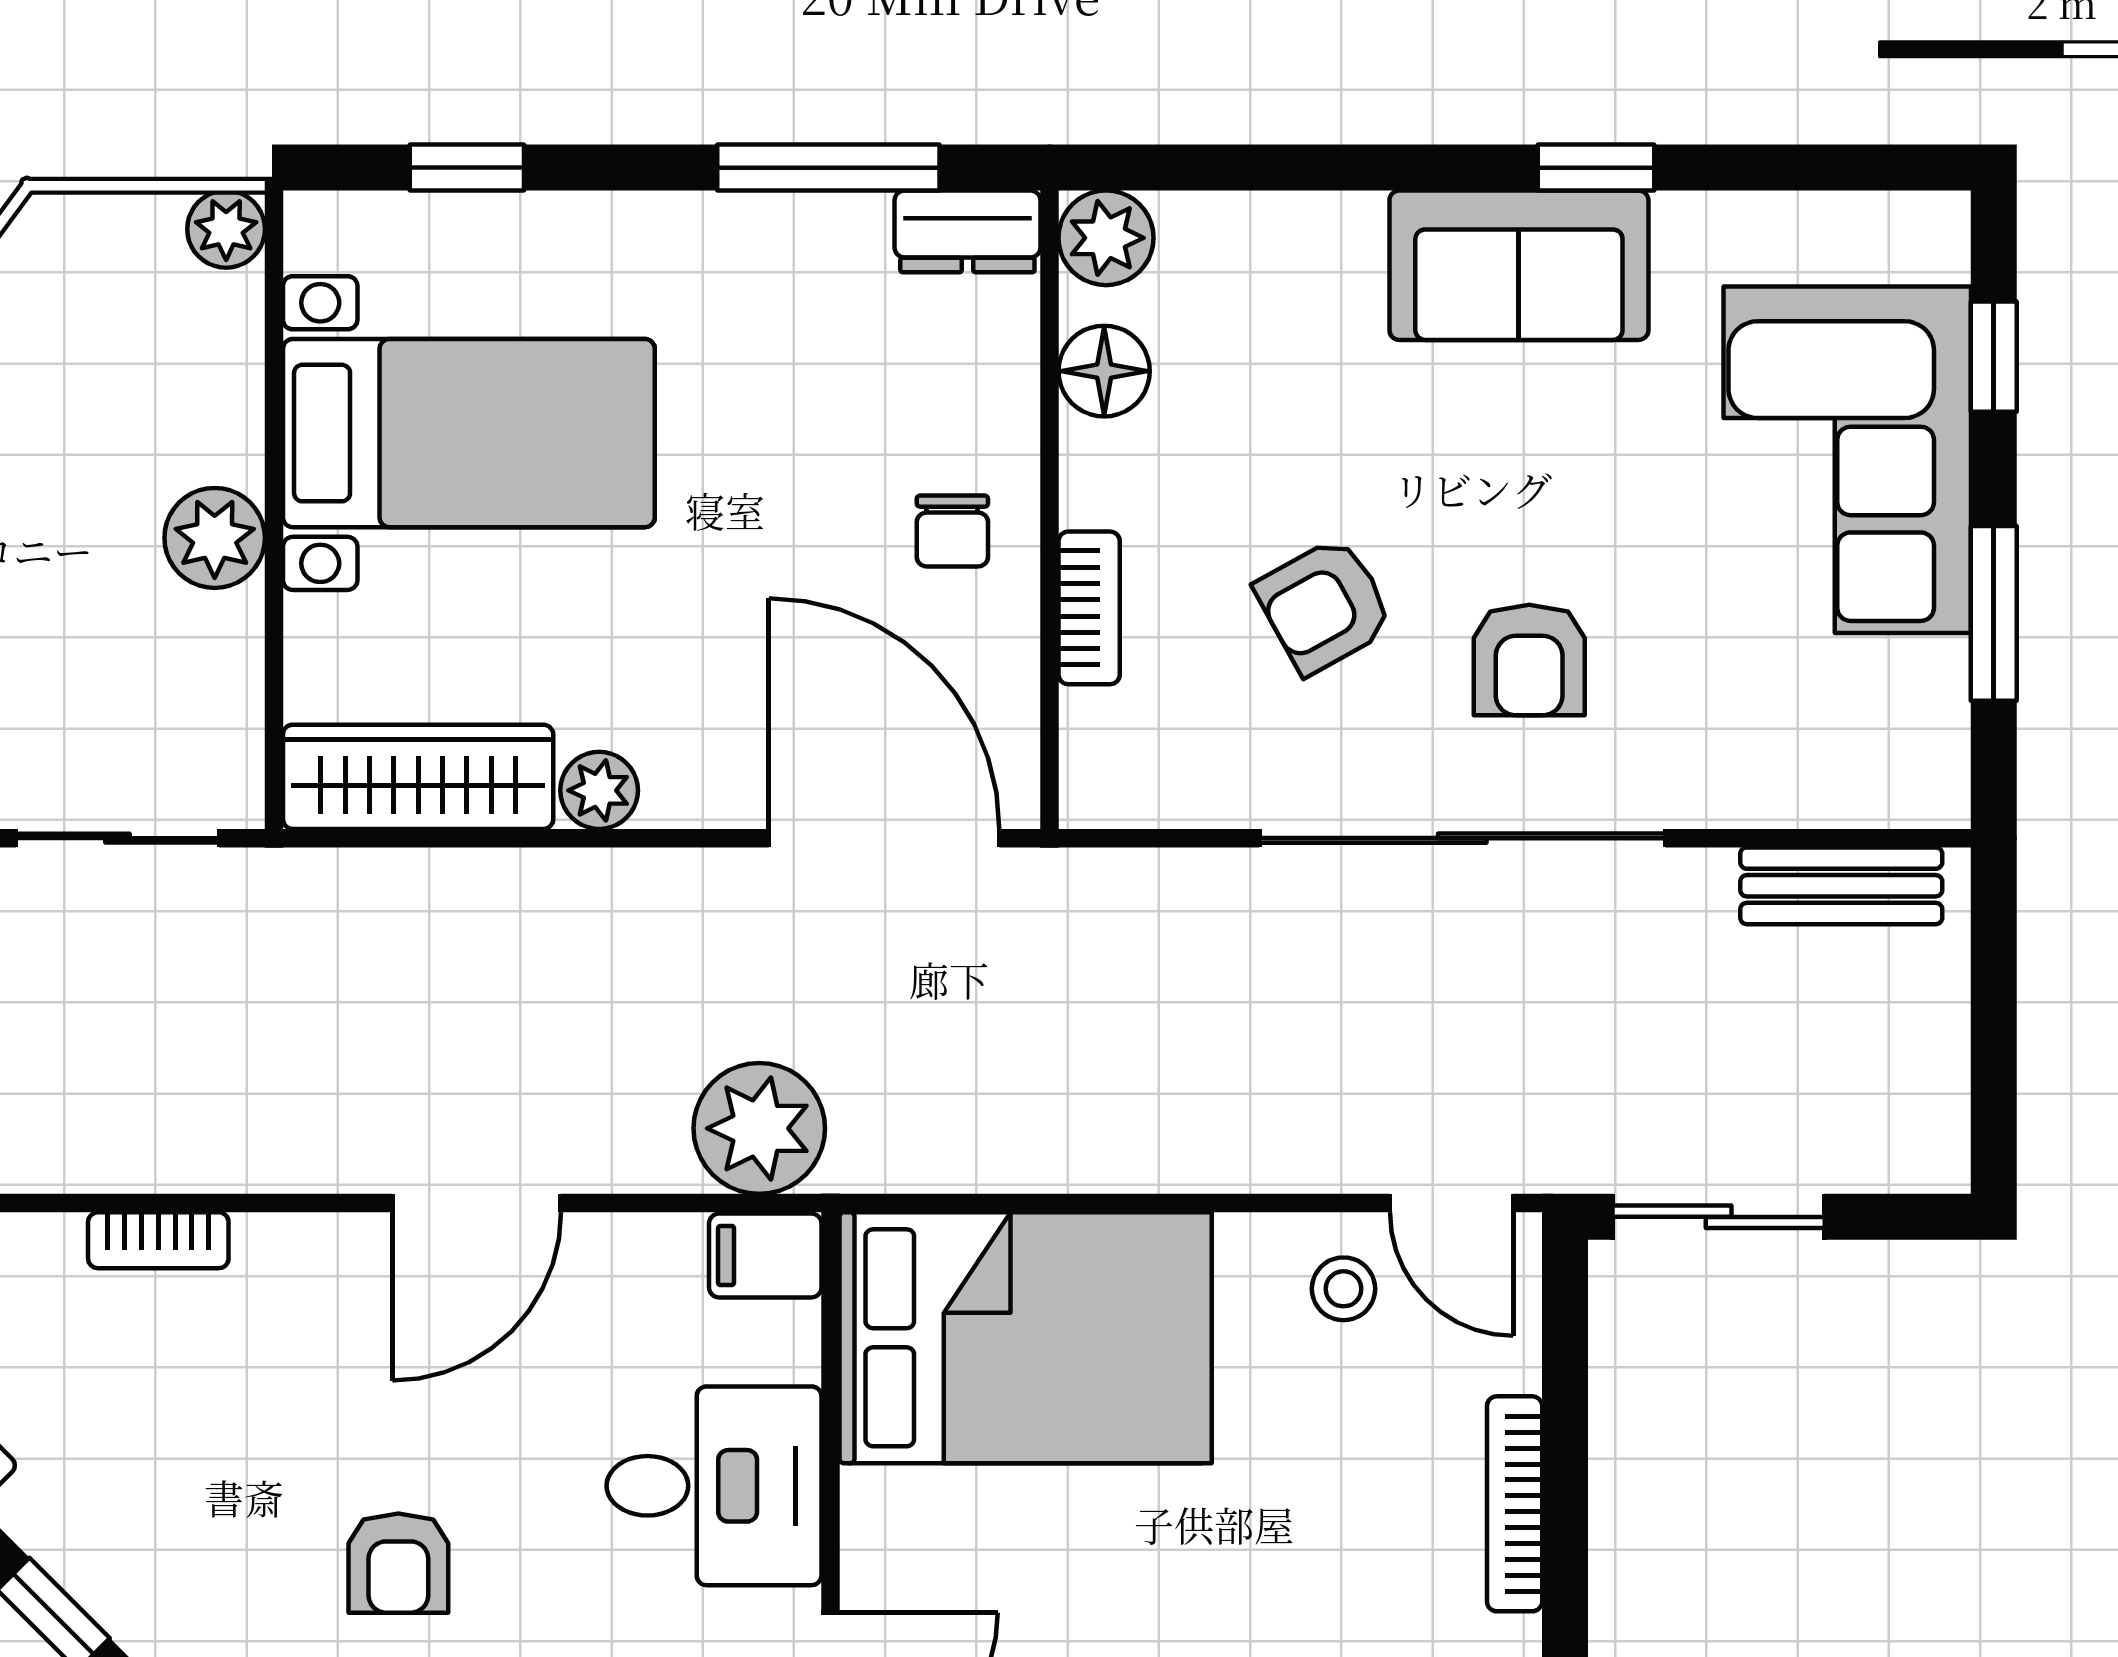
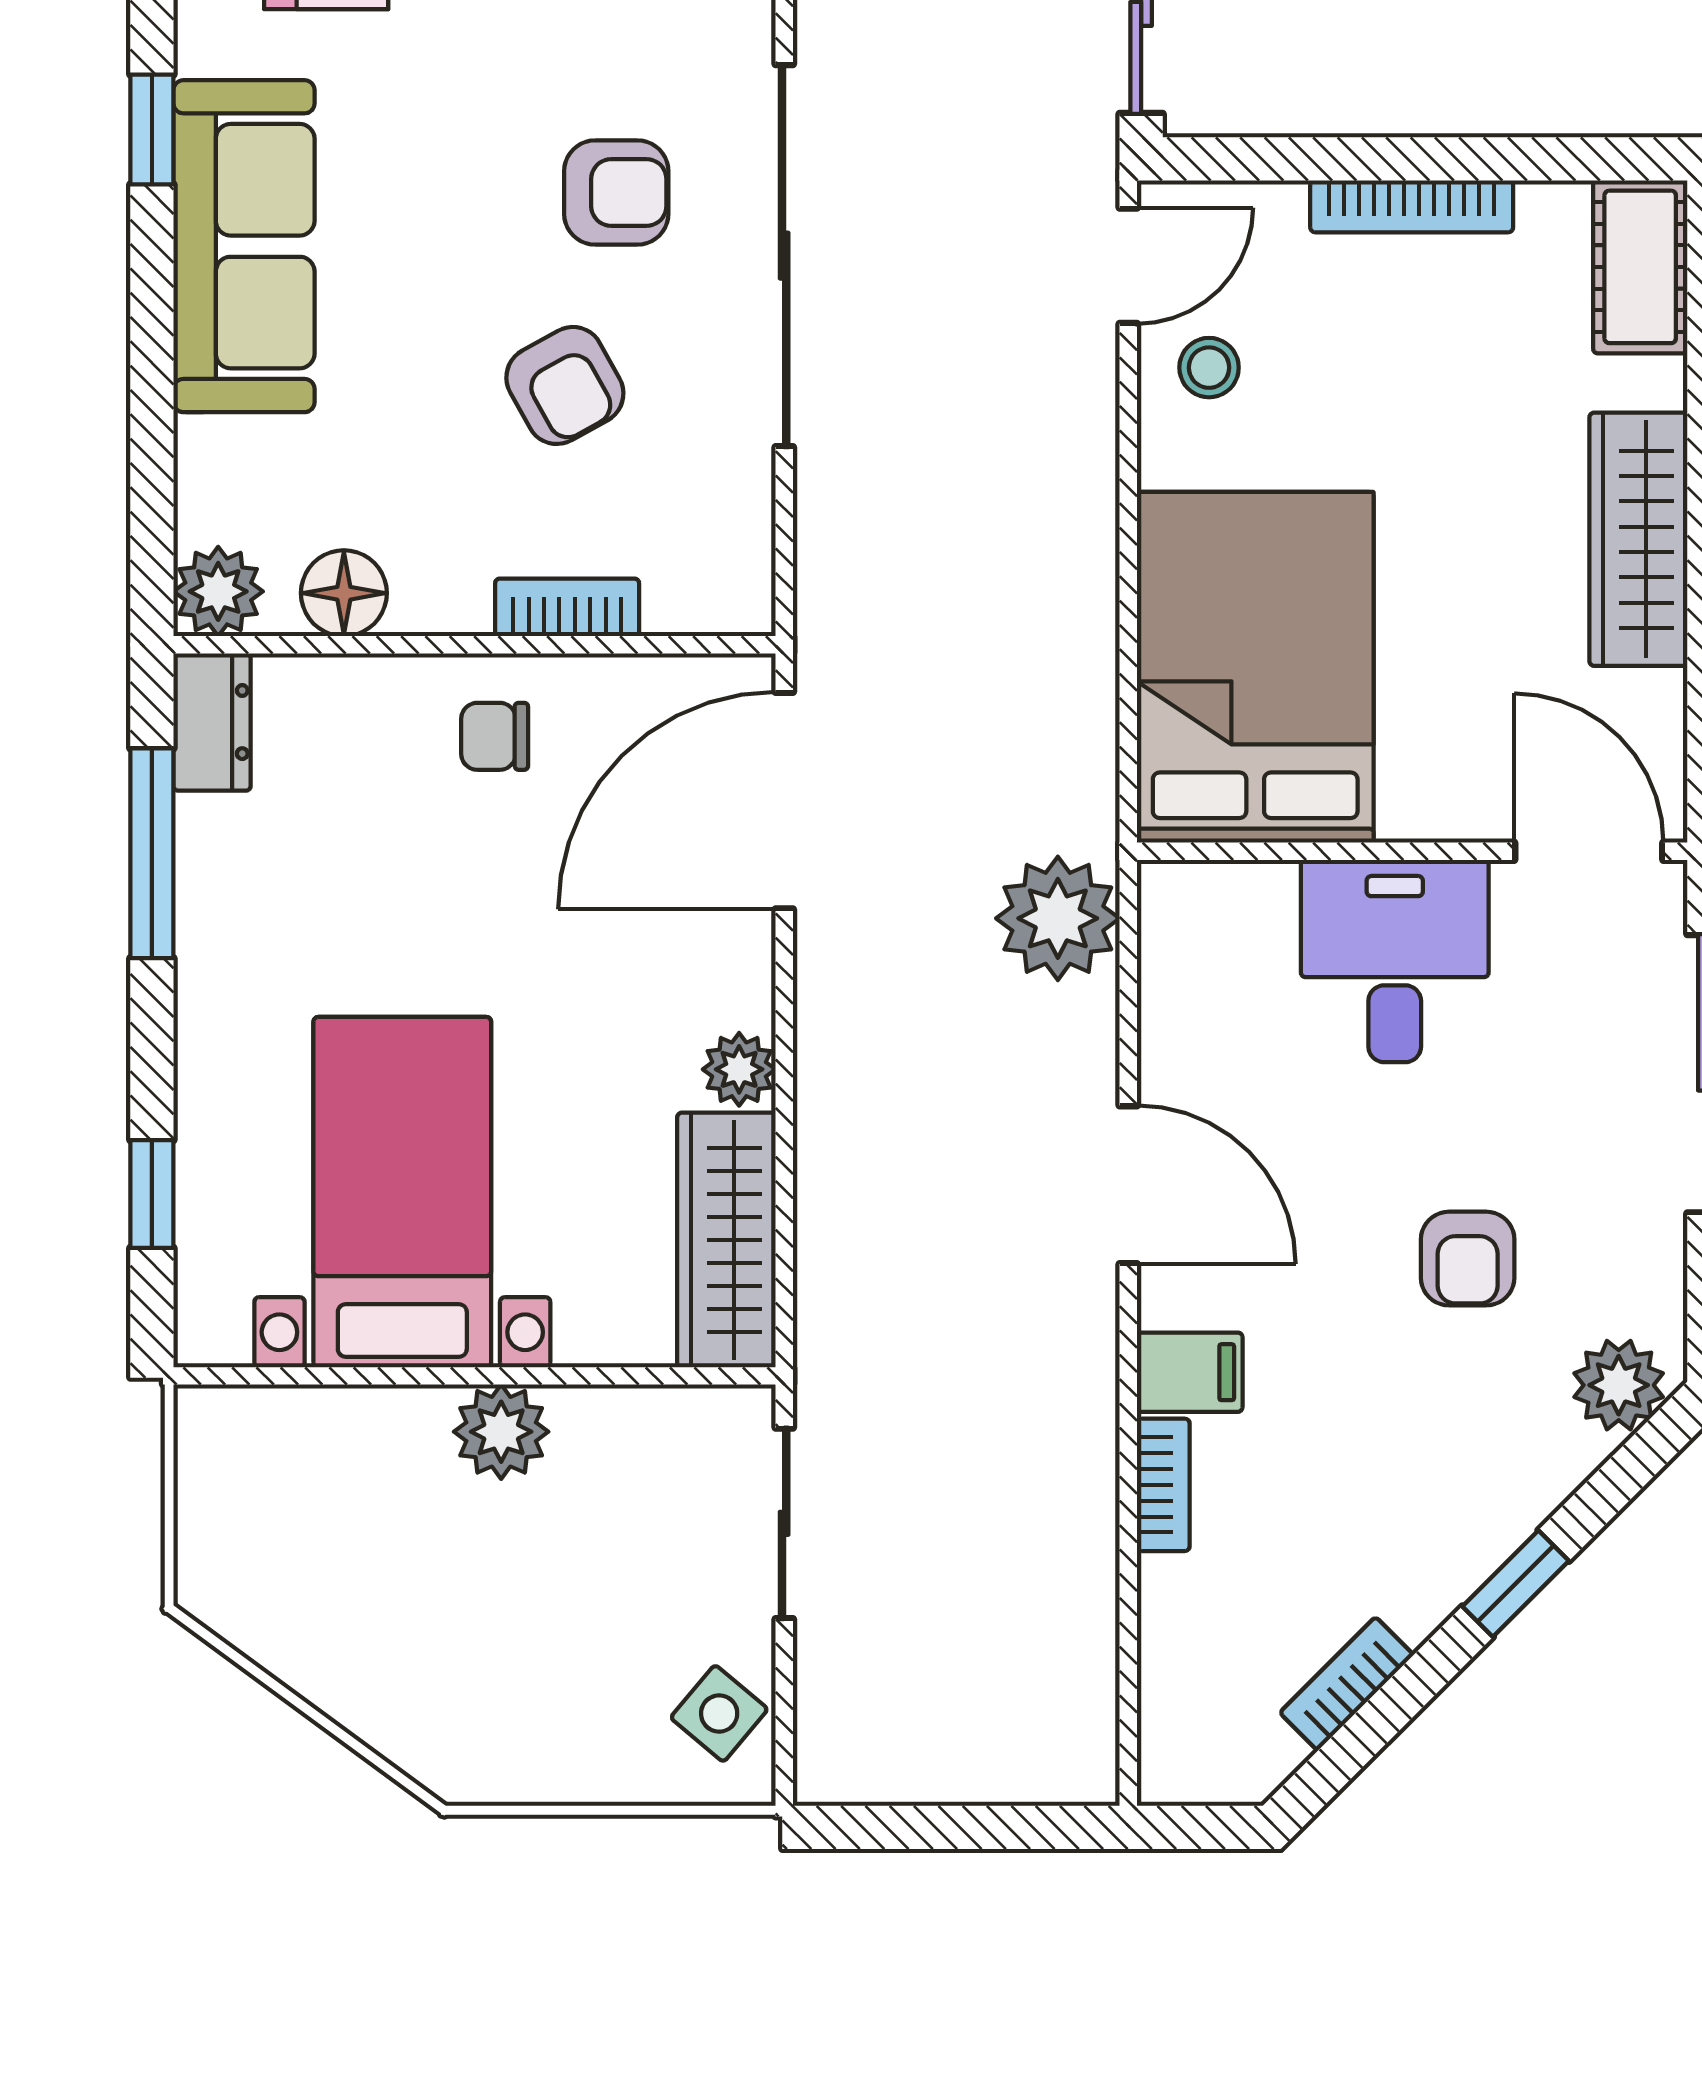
plant: (226, 229) -> (210, 1421), removed
sofa: (1519, 265) -> (244, 246), width x1.36
chair: (952, 531) -> (495, 736), turned 180
filing cabinet: (765, 1256) -> (1190, 1372), moved, turned -90
armchair: (398, 1563) -> (1468, 1259), turned 90

